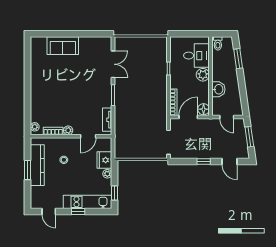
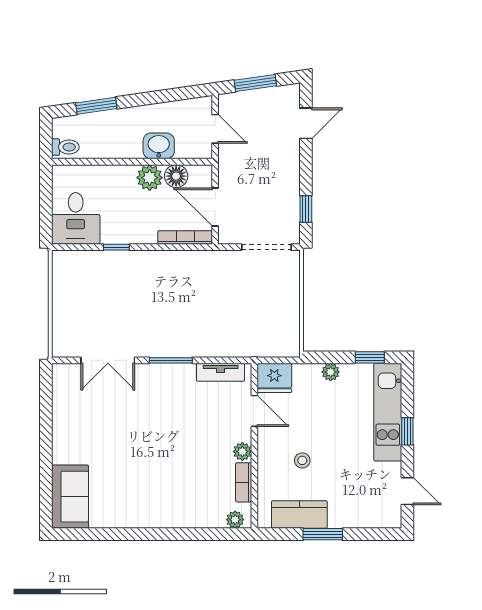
sofa: (63, 46) -> (70, 497), moved
desk: (196, 56) -> (76, 218), moved, turned 180
double door: (113, 64) -> (108, 360), swing flipped
plant: (203, 75) -> (150, 178), moved
floor lamp: (204, 109) -> (176, 176), moved
door: (227, 117) -> (215, 129), hinge flipped
fridge: (104, 160) -> (274, 378), moved
window: (204, 162) -> (306, 209), moved
kitchen counter: (37, 165) -> (299, 515), width x0.67
door: (49, 211) -> (407, 491), hinge flipped

